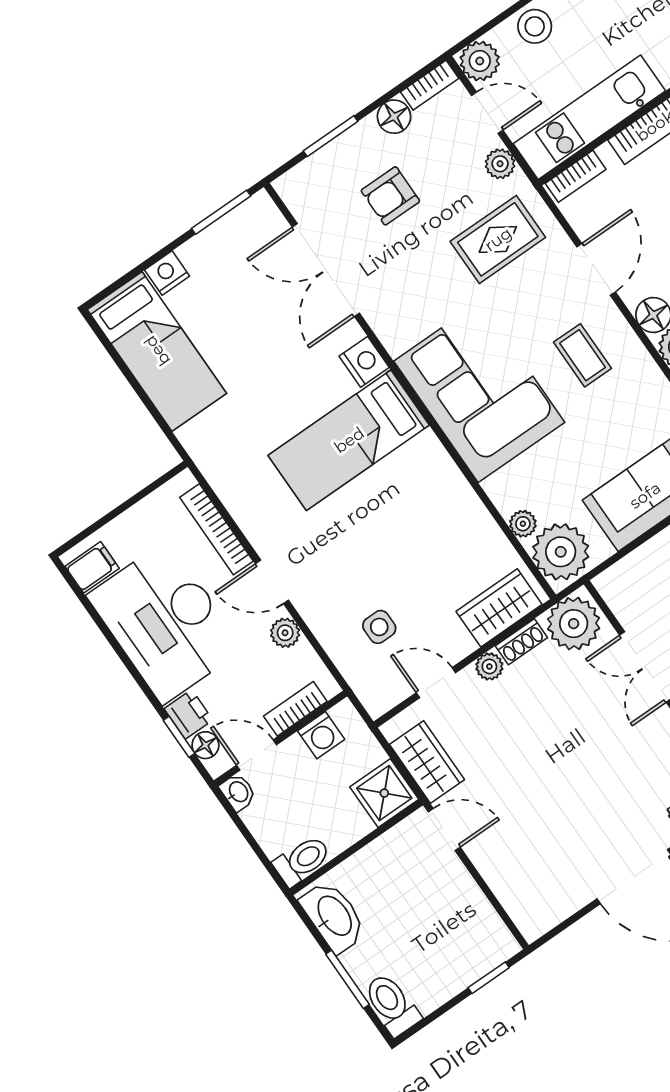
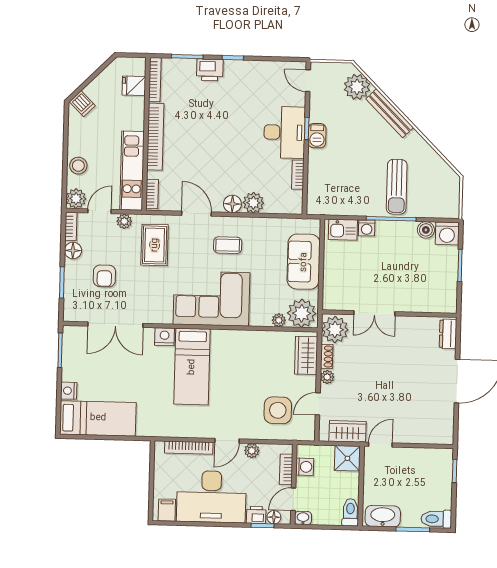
side table: (379, 627) -> (278, 410), width x1.87, depth x1.87

